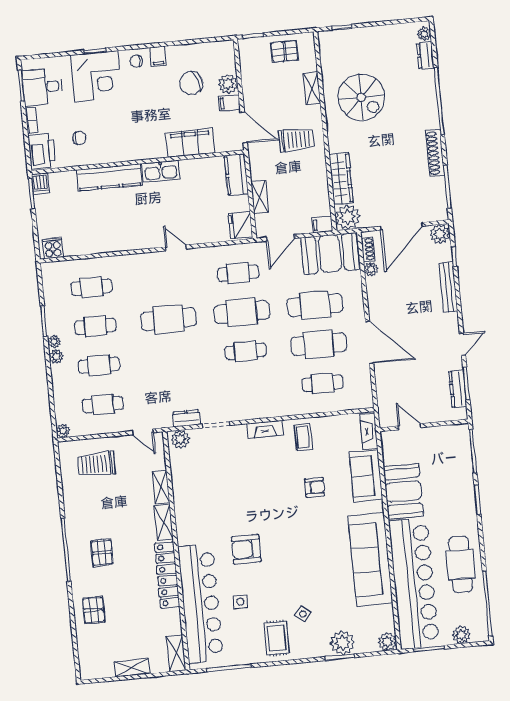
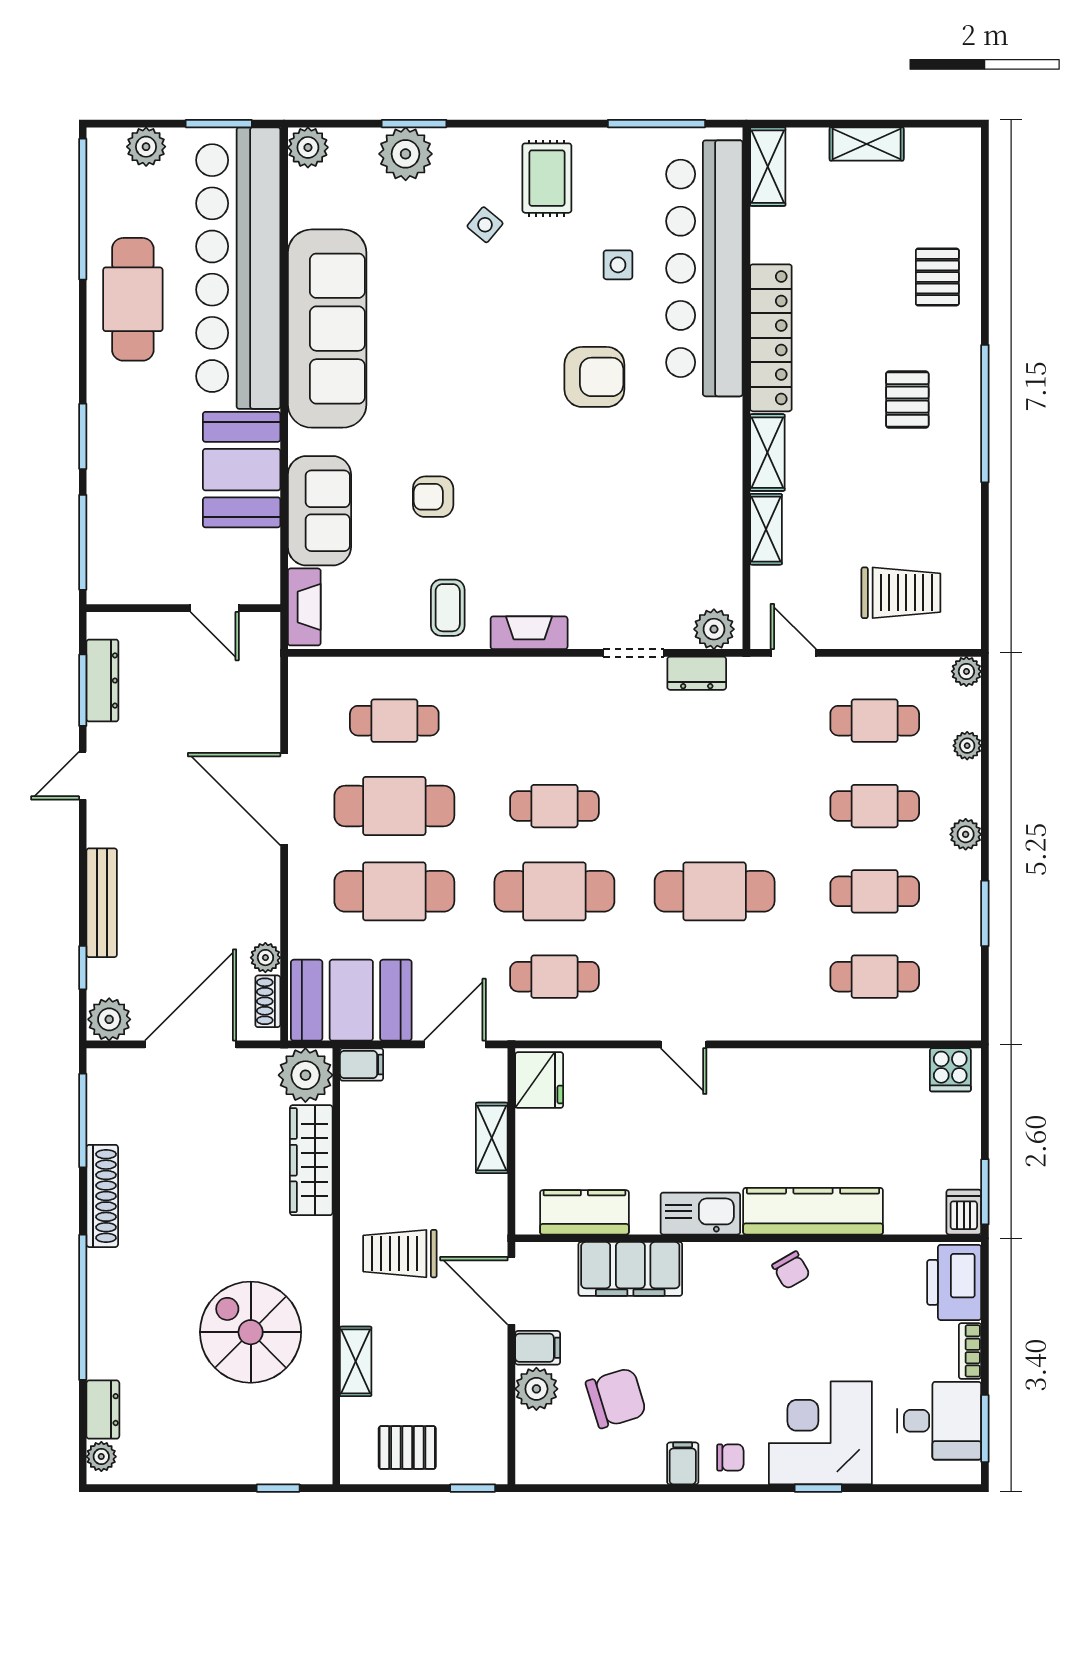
chair: (79, 138) -> (791, 1270), moved, turned -120
kitchen counter: (236, 175) -> (584, 1212), moved, turned -90
plant: (54, 342) -> (967, 746), moved

